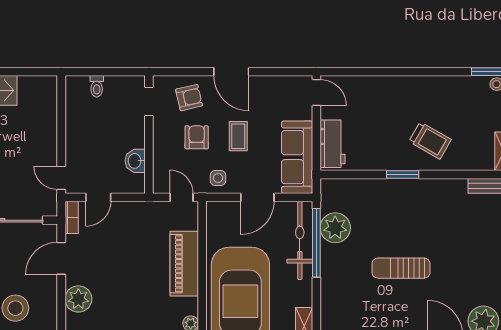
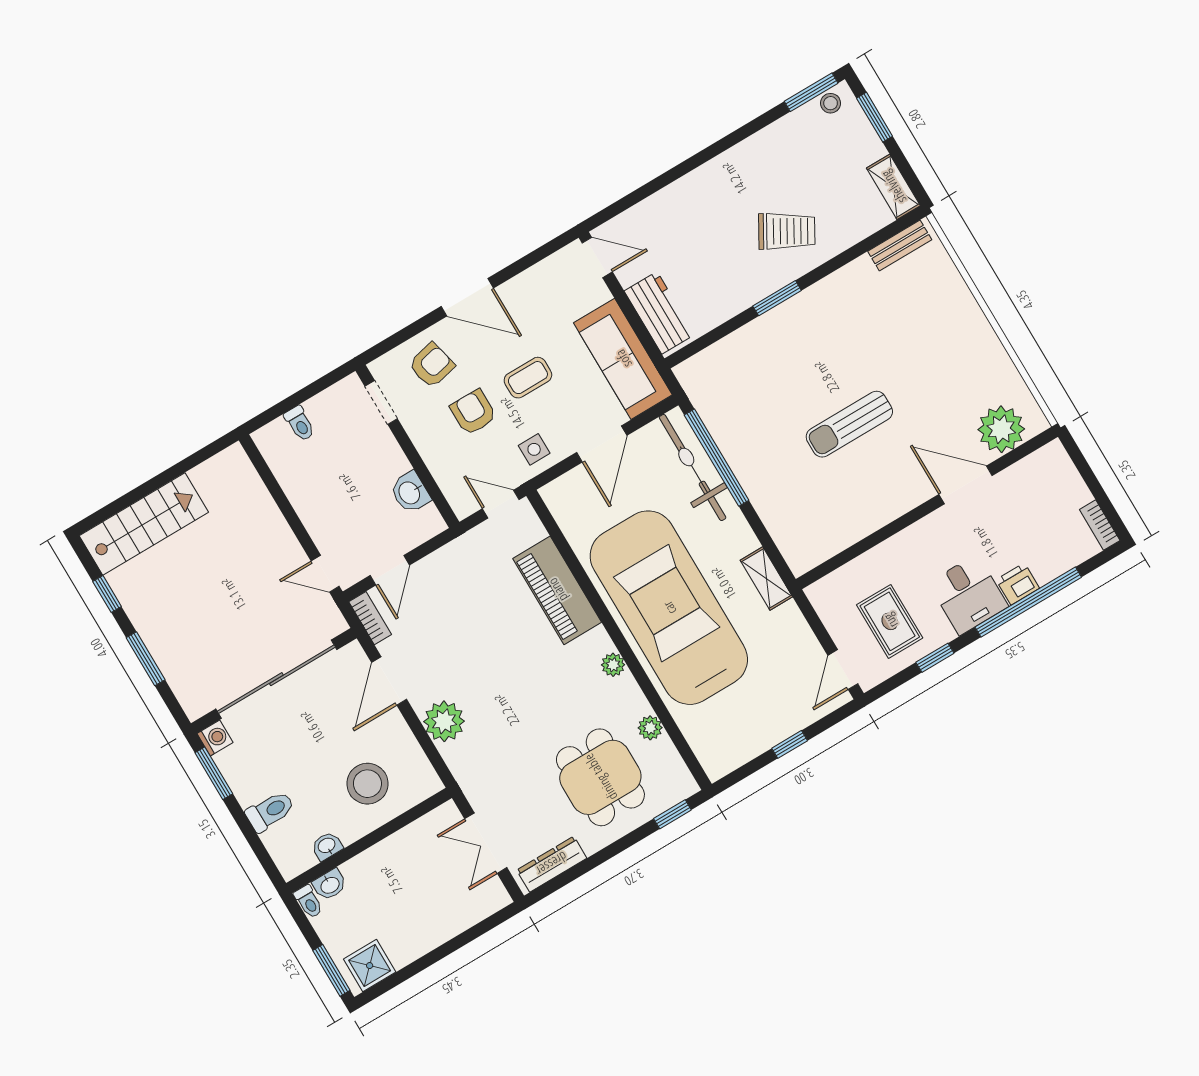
coffee table: (238, 136) -> (528, 378), turned 90
plant: (335, 228) -> (730, 423), removed

